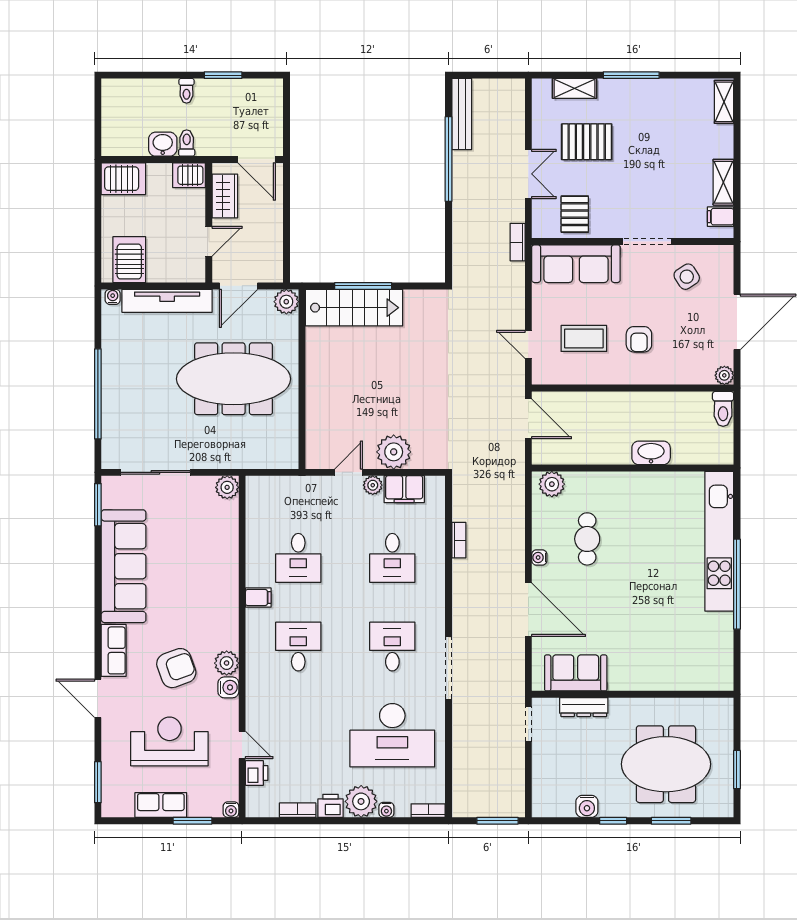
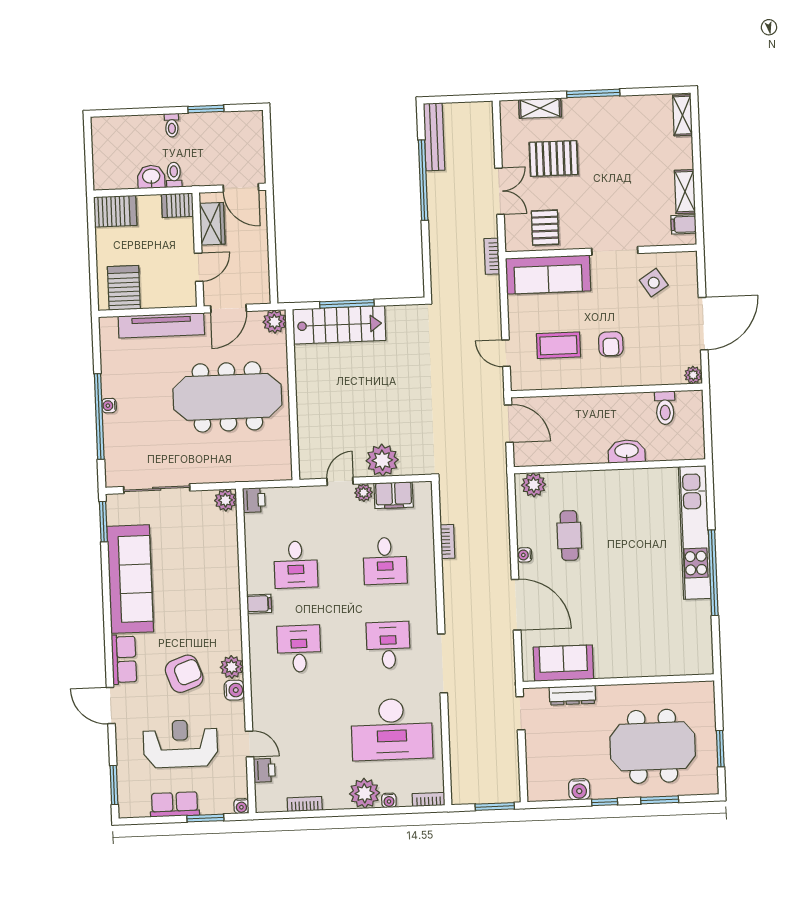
water cooler: (113, 297) -> (109, 406), moved, turned -90
toilet: (723, 409) -> (665, 408), moved
printer: (330, 806) -> (254, 500), moved, turned 90

